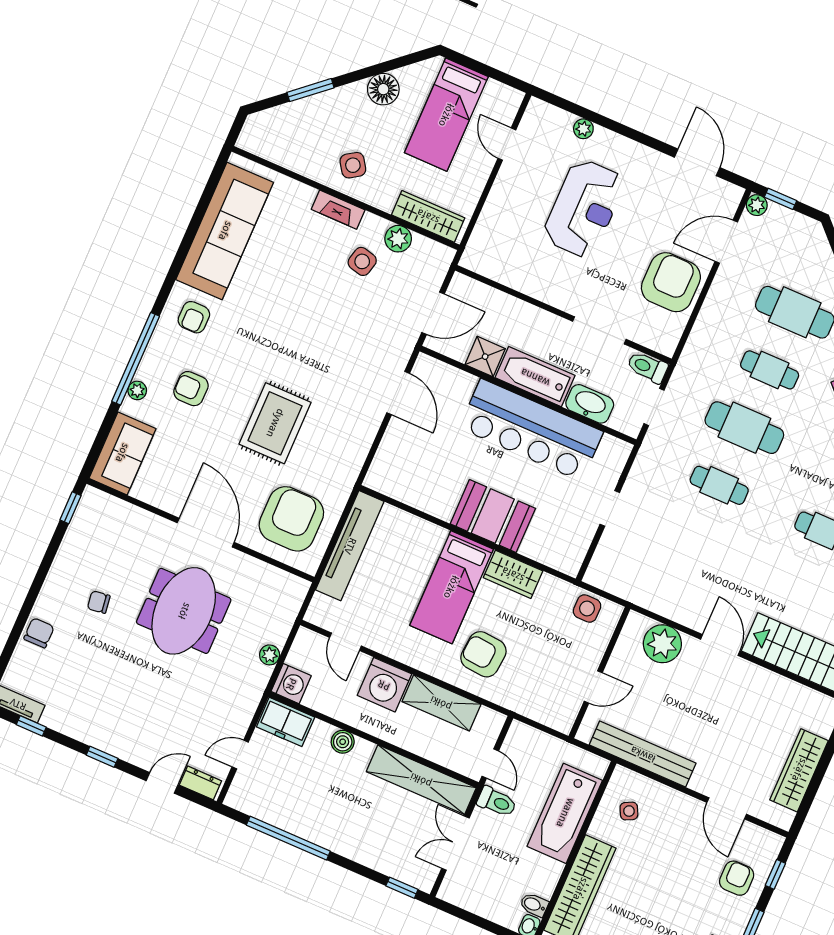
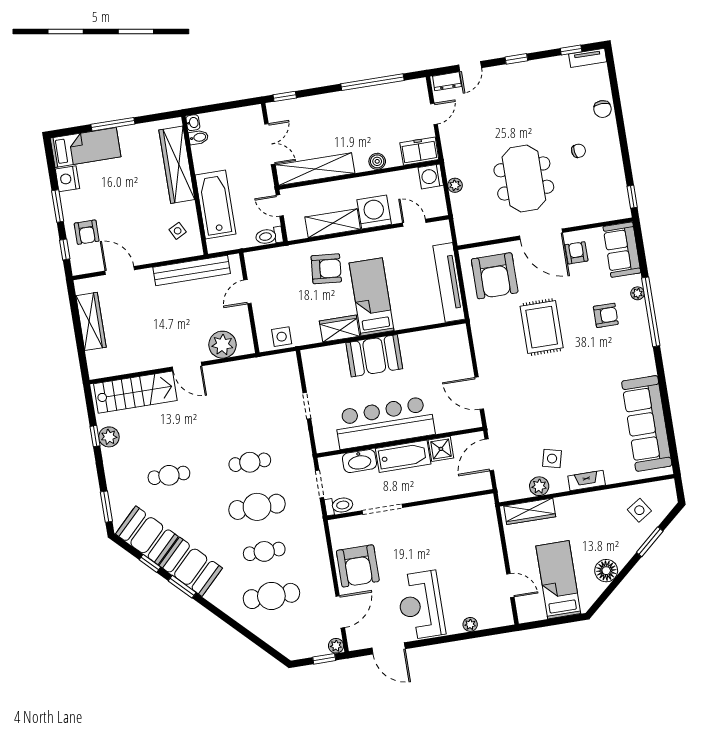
side table: (353, 165) -> (639, 510), moved
reception desk: (584, 208) -> (421, 605), moved
armchair: (194, 317) -> (576, 253), moved
toilet: (497, 802) -> (269, 236), moved

